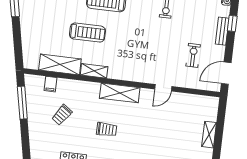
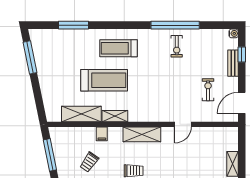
treadmill: (87, 33) -> (104, 80), width x1.37, depth x1.38
filing cabinet: (51, 84) -> (102, 134), moved

